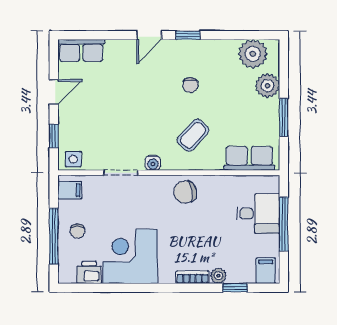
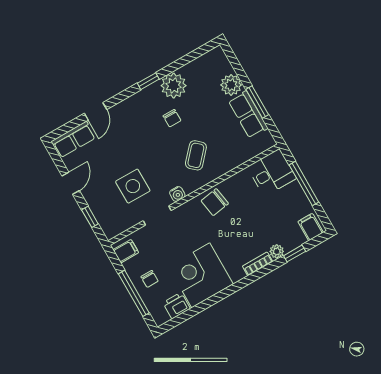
door: (149, 35) -> (96, 111), moved
plant: (253, 54) -> (174, 86), moved
row of seats: (249, 158) -> (248, 115), moved, turned -90
side table: (73, 159) -> (133, 186), moved, width x1.87, depth x1.87
desk: (258, 213) -> (272, 173), moved

